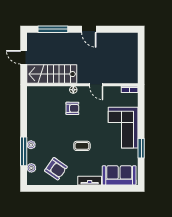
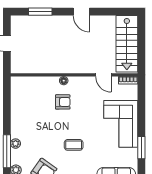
window: (53, 29) -> (40, 12), width x0.69
stairs: (52, 74) -> (127, 44), moved, turned -90
door: (96, 85) -> (103, 75), moved

